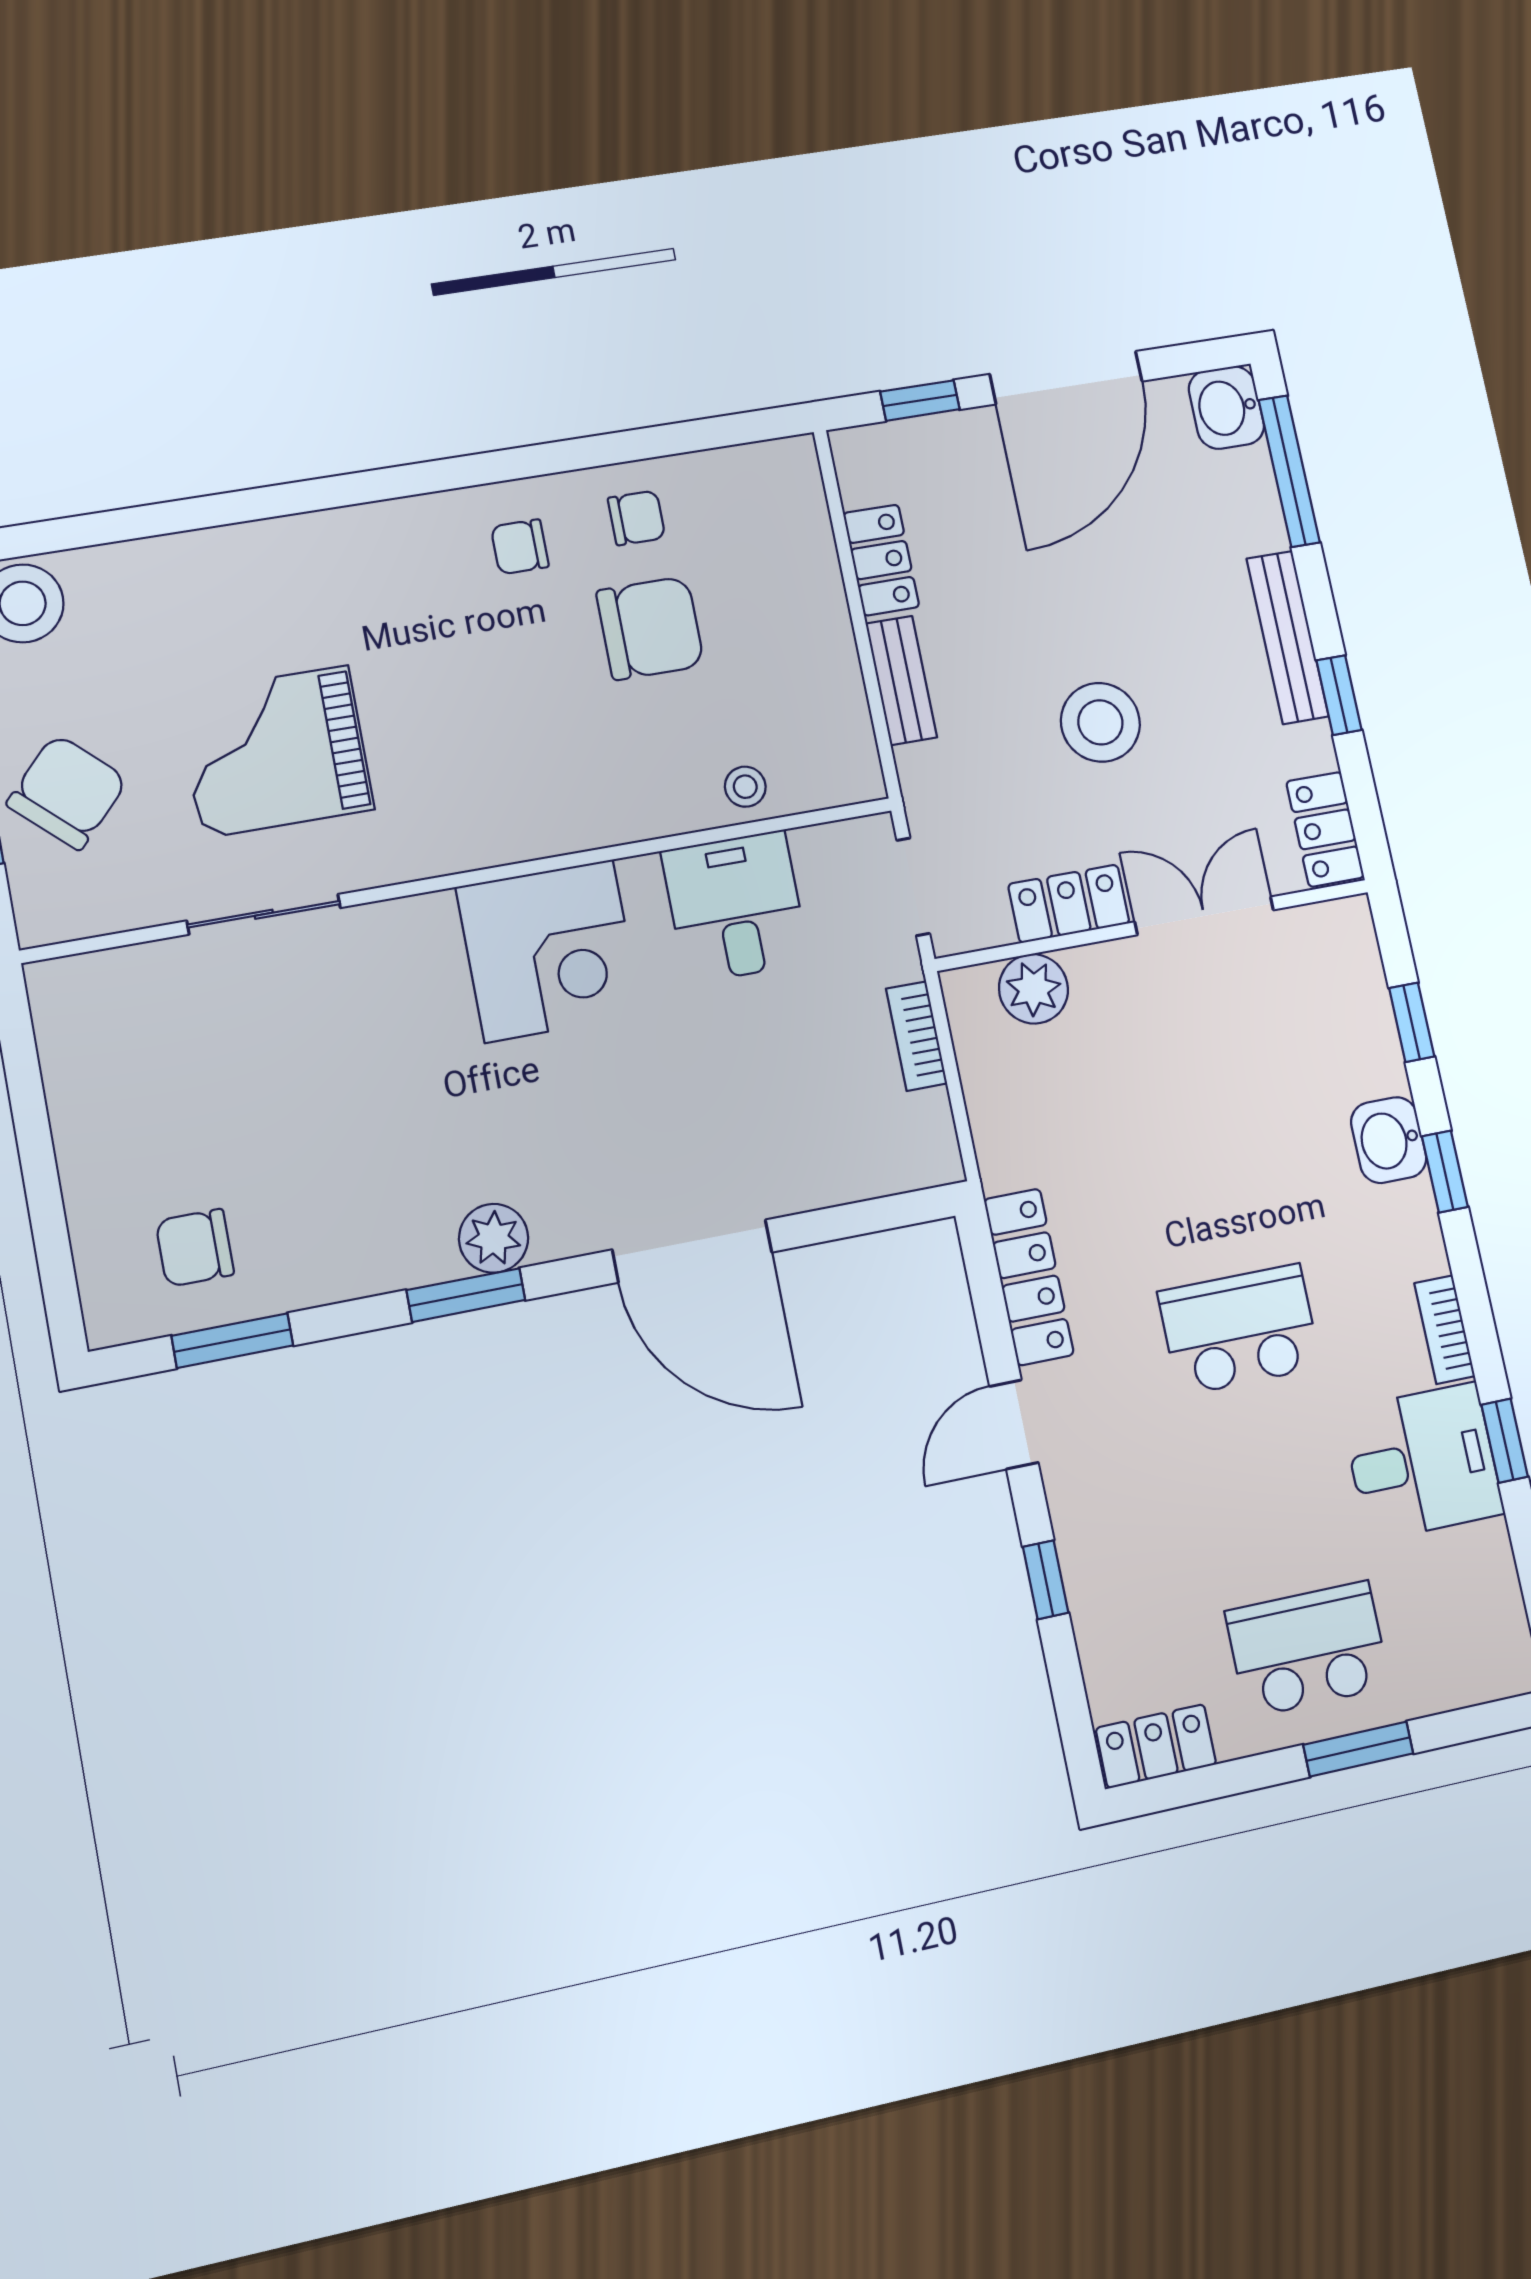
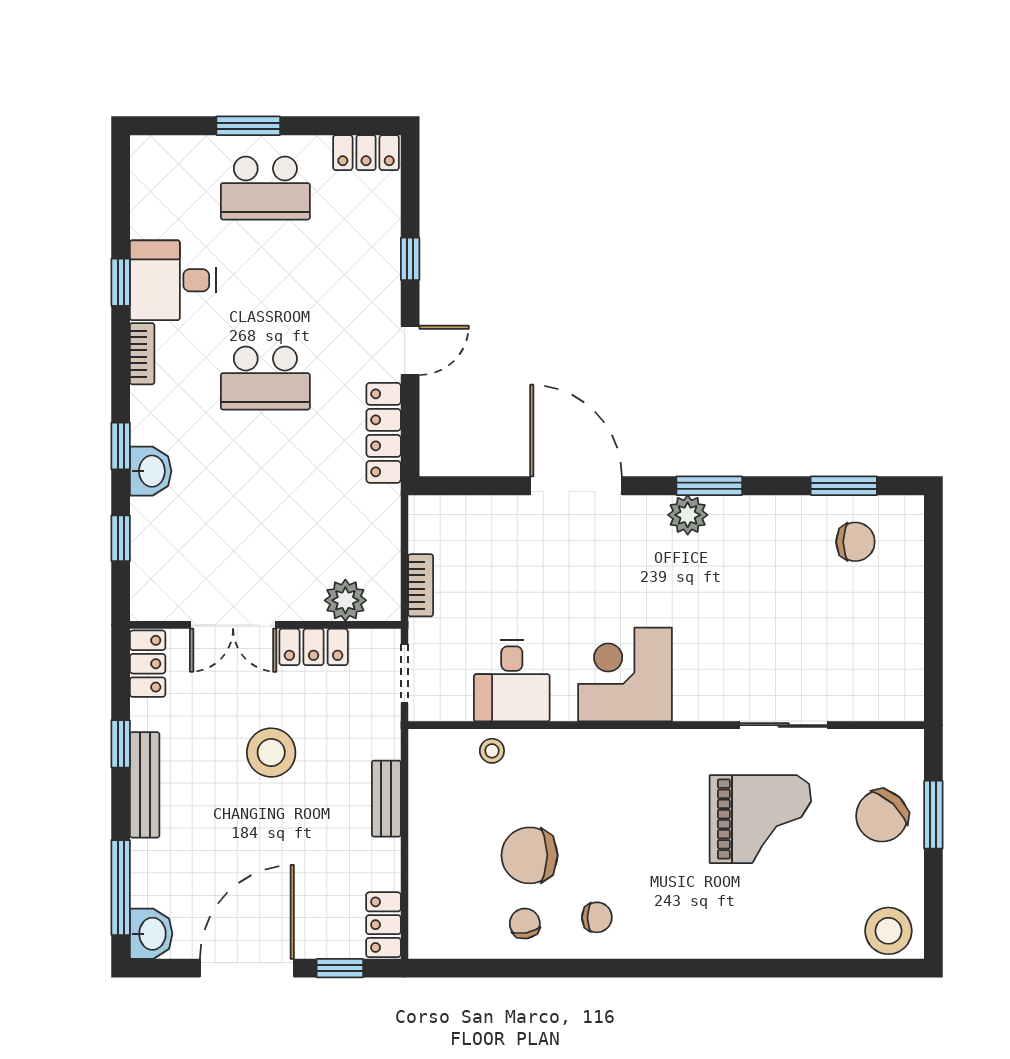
chair: (636, 518) -> (525, 924), turned 80
locker: (881, 560) -> (383, 925), moved

